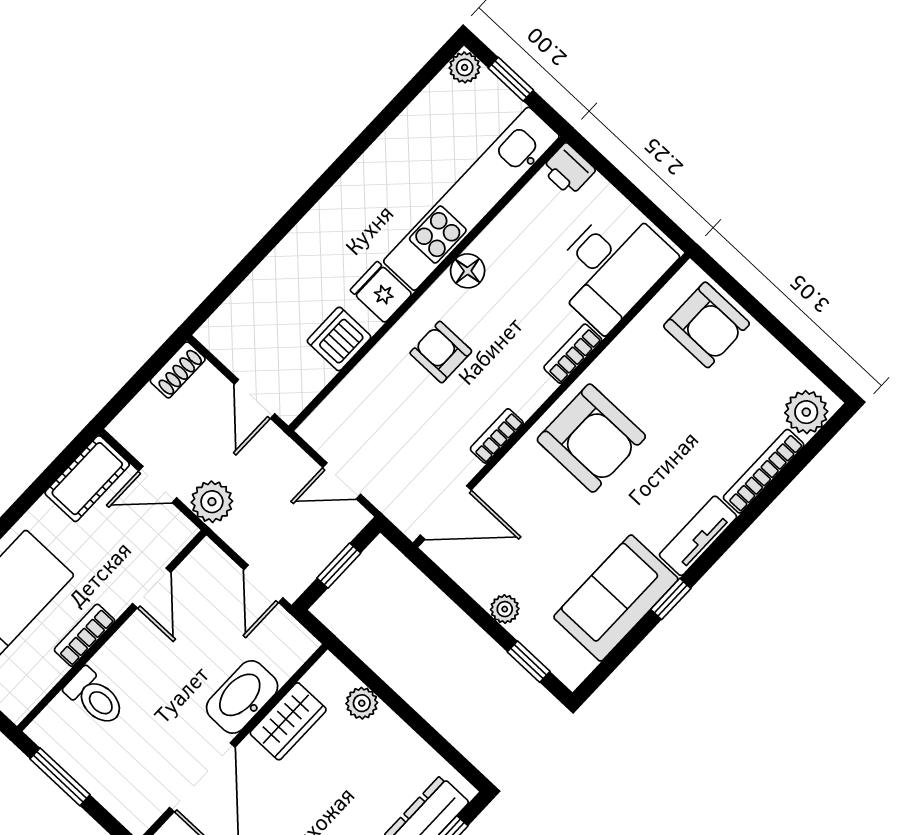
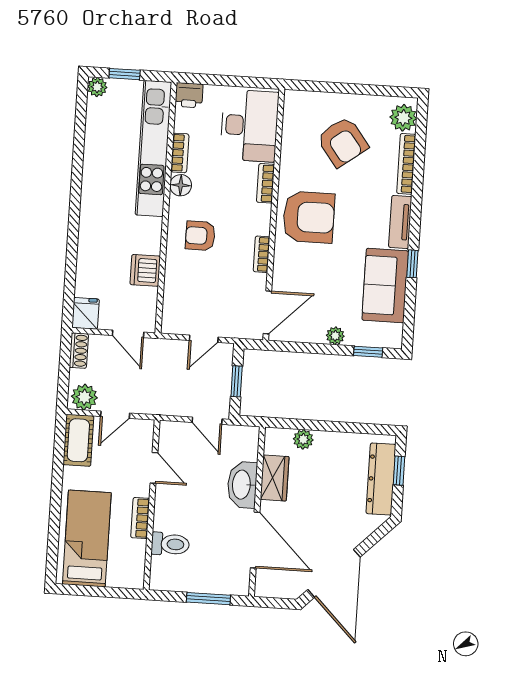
bookcase: (499, 231) -> (180, 153), added
fridge: (381, 292) -> (86, 313), moved, turned 90
armchair: (707, 325) -> (342, 142), moved, turned 53
plant: (212, 502) -> (84, 397), moved
window: (60, 777) -> (208, 599), moved

